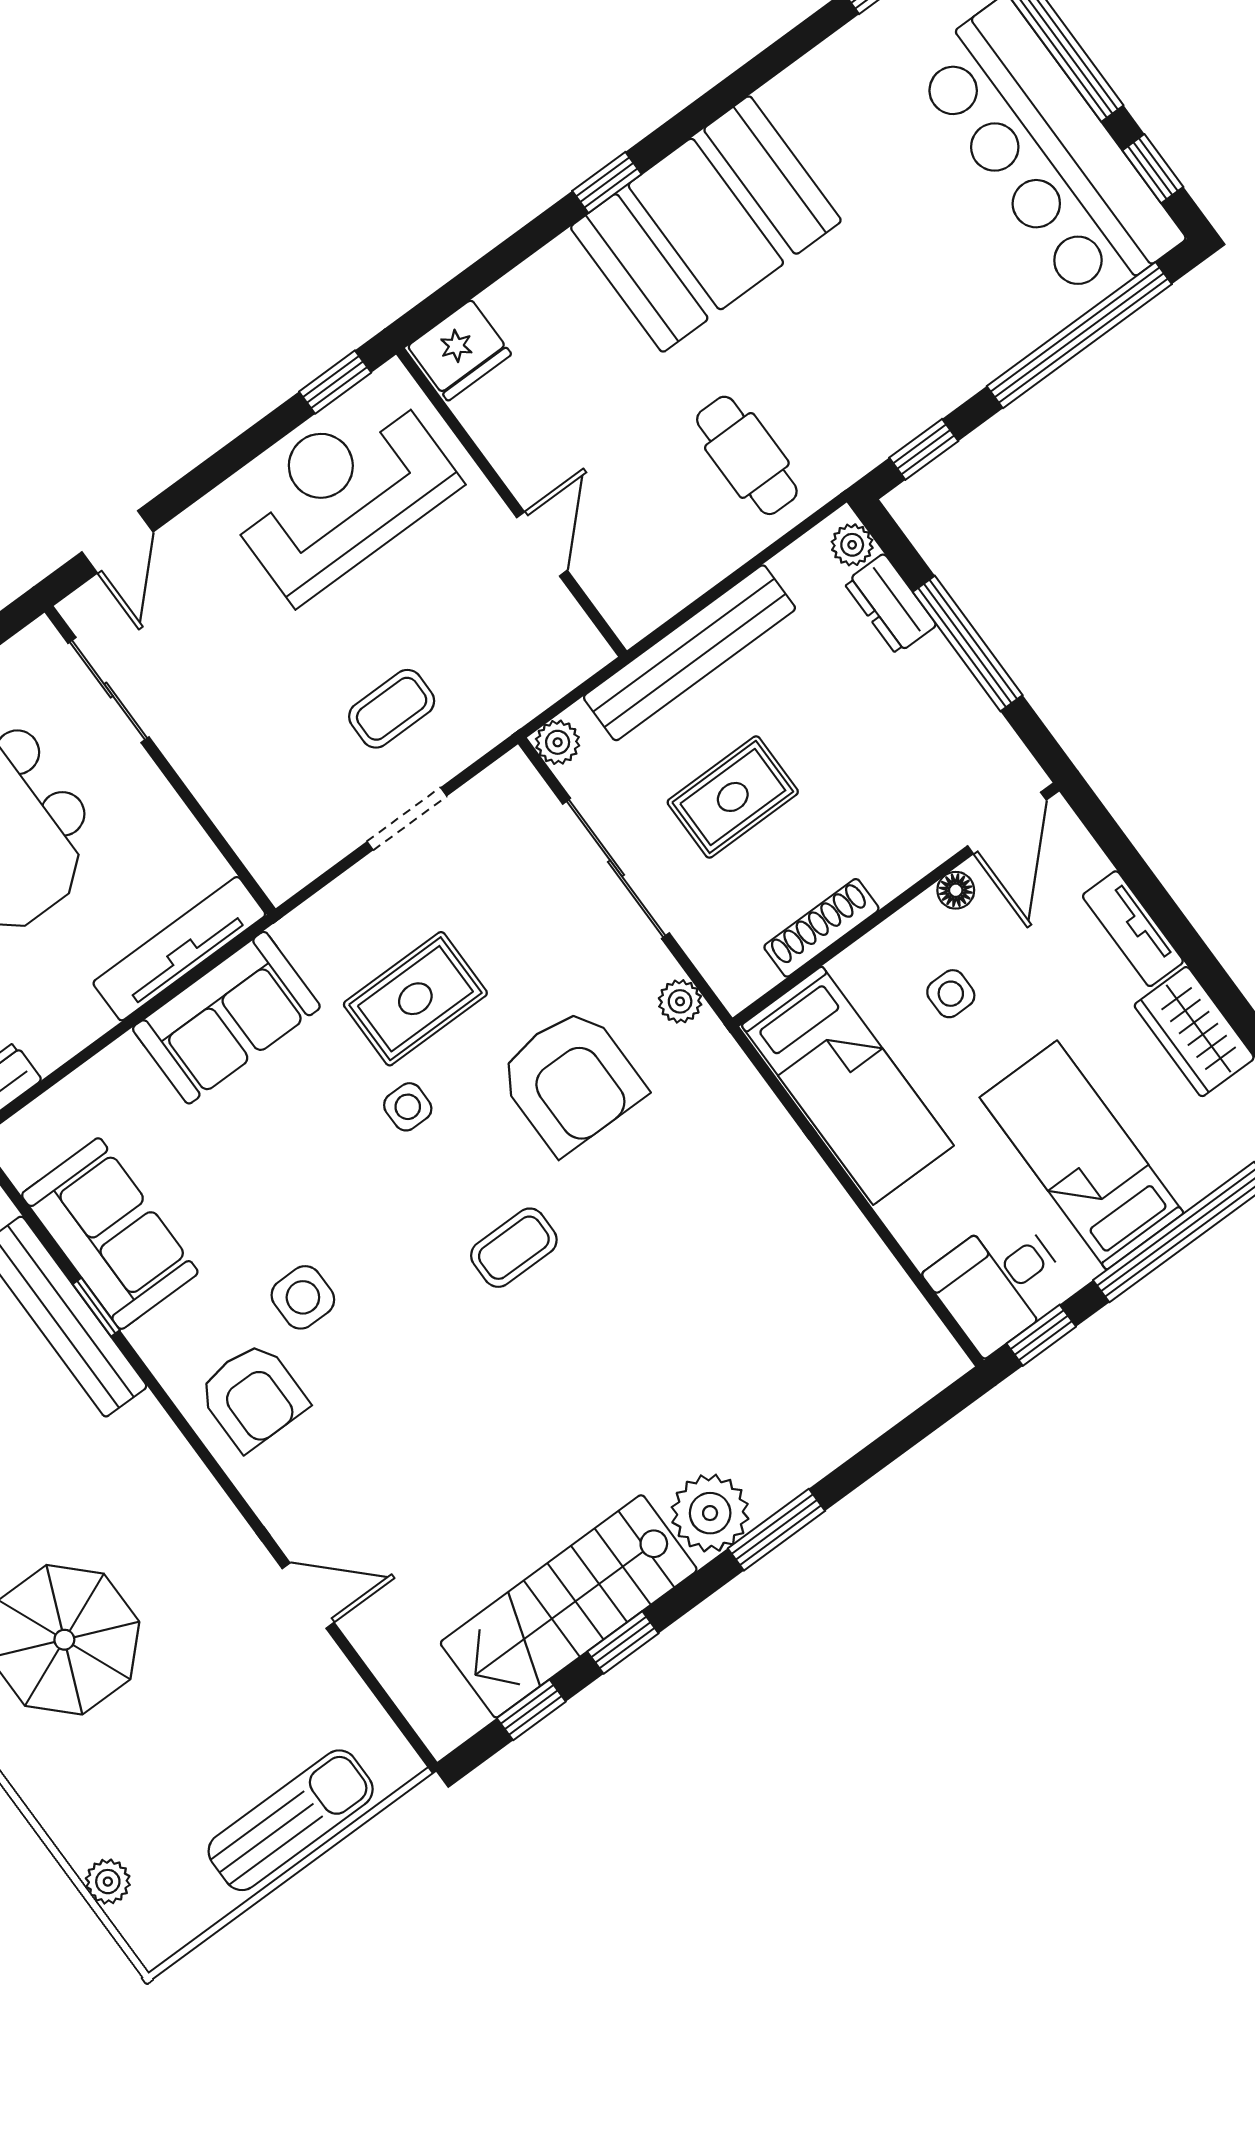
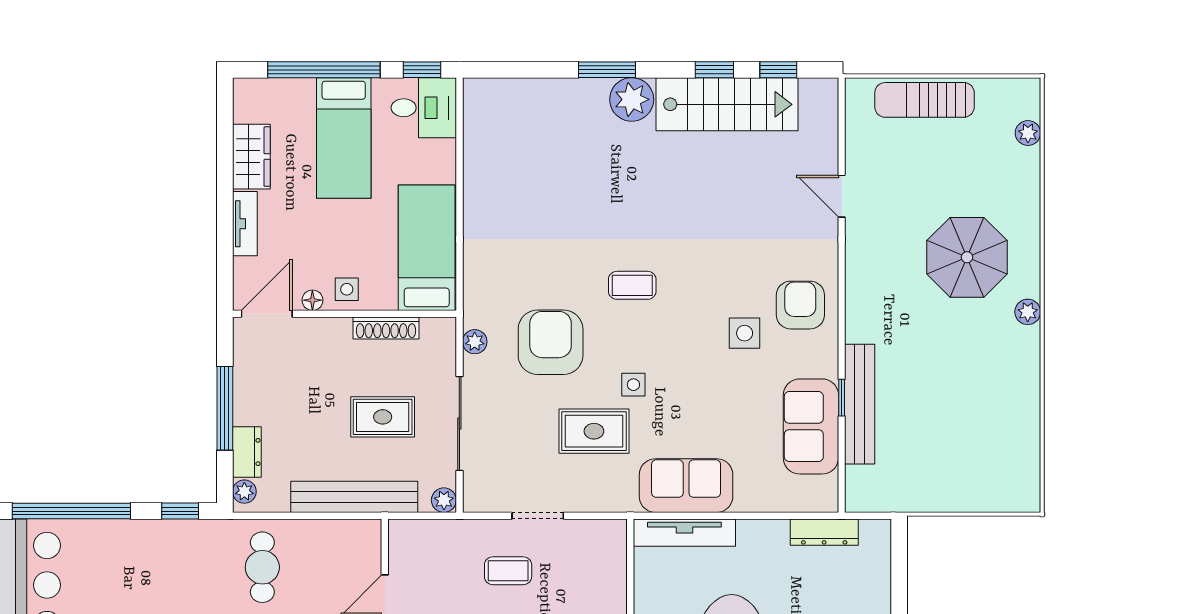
side table: (951, 994) -> (347, 289), moved

